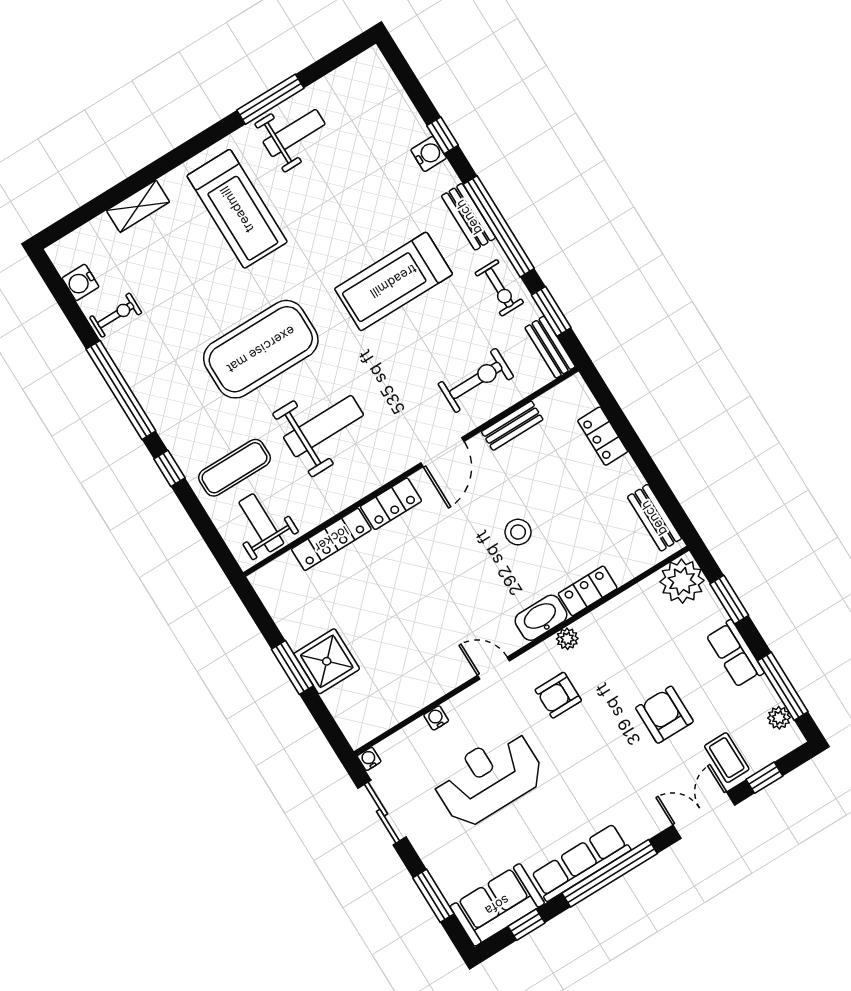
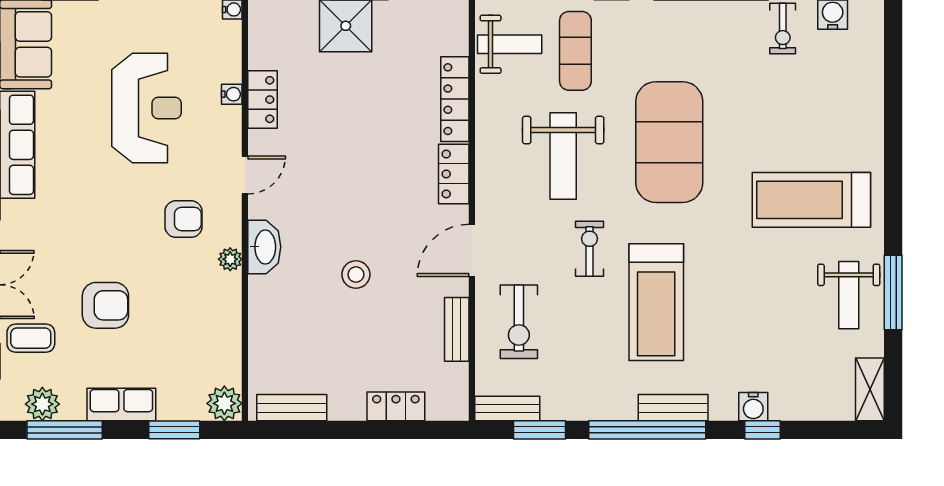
shelving: (138, 206) -> (870, 389), moved
treadmill: (393, 281) -> (656, 302), turned 180
exercise bike: (499, 288) -> (590, 249), moved, turned 90
door: (442, 452) -> (472, 250), hinge flipped
plant: (682, 581) -> (224, 403), width x0.73, depth x0.73
locker: (588, 591) -> (262, 100), moved
armchair: (558, 695) -> (183, 219), turned 90
plant: (779, 718) -> (42, 404), width x1.38, depth x1.38

